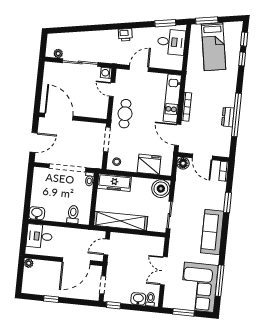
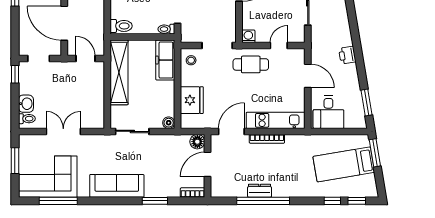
desk: (171, 42) -> (328, 112), moved
washing machine: (106, 73) -> (248, 36), moved
boiler: (161, 189) -> (169, 123), width x0.54, depth x0.54
toilet: (73, 214) -> (121, 26), moved

